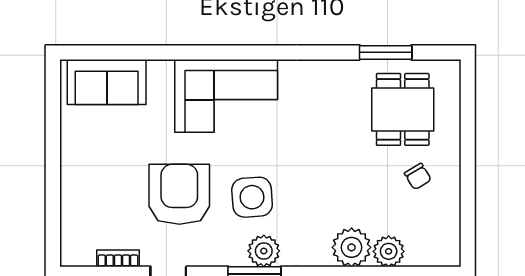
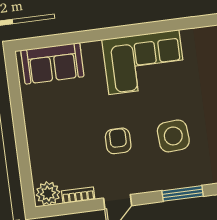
armchair: (179, 194) -> (118, 141), width x0.53, depth x0.53
plant: (264, 251) -> (48, 193), moved

